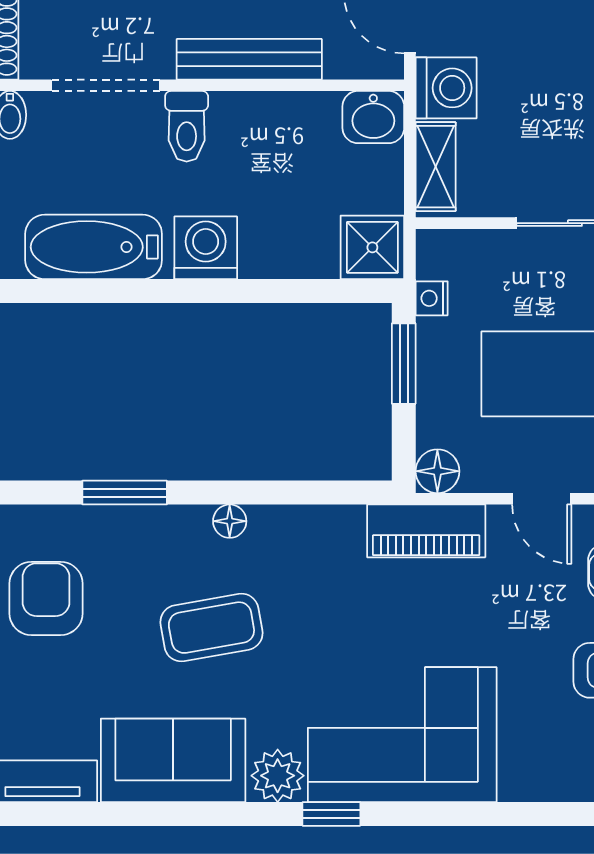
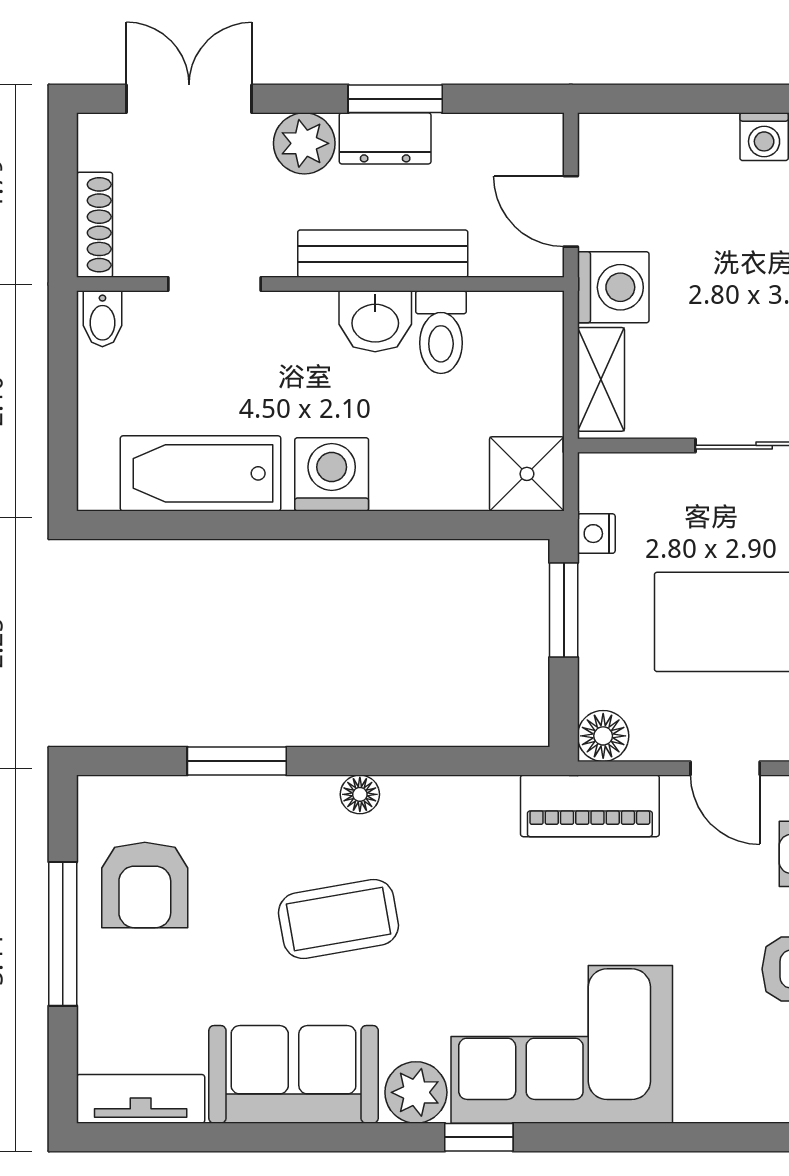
doorway: (106, 85) -> (215, 284), width x0.73
washbasin: (373, 117) -> (375, 321), moved
toilet: (187, 126) -> (441, 332), moved
armchair: (46, 598) -> (145, 885), turned 180

